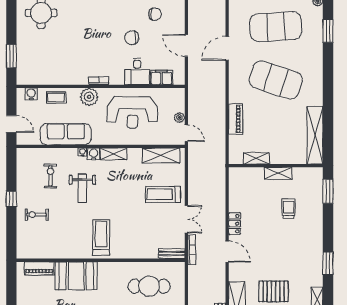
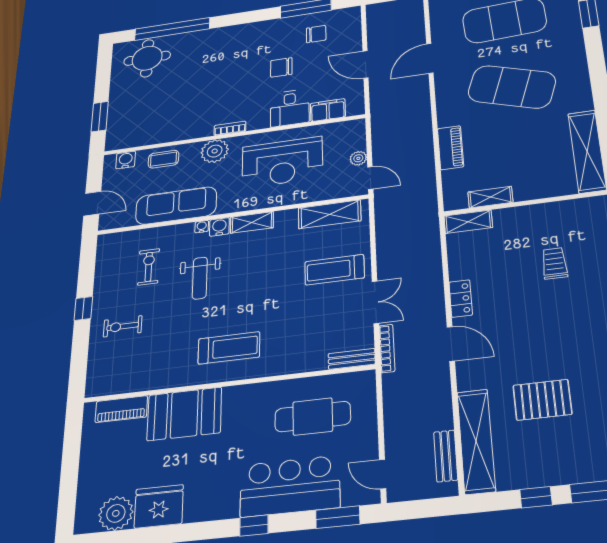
shelving: (278, 173) -> (468, 222), moved
treadmill: (101, 237) -> (229, 348), turned 90

